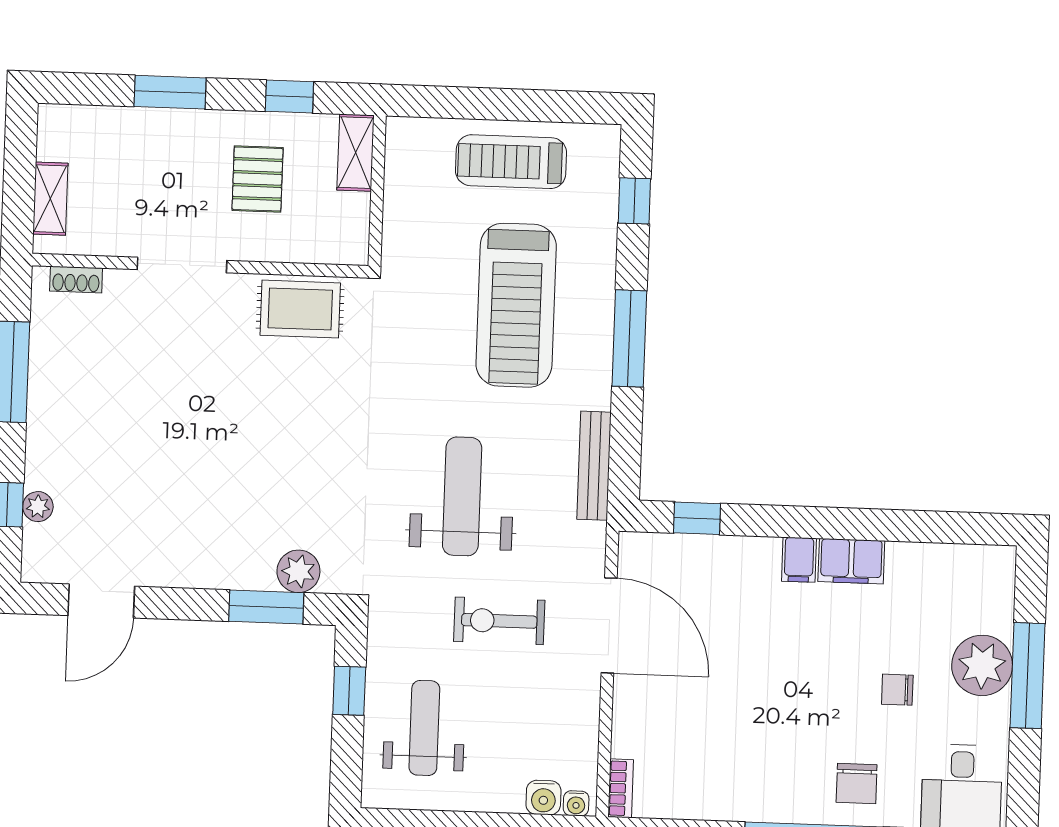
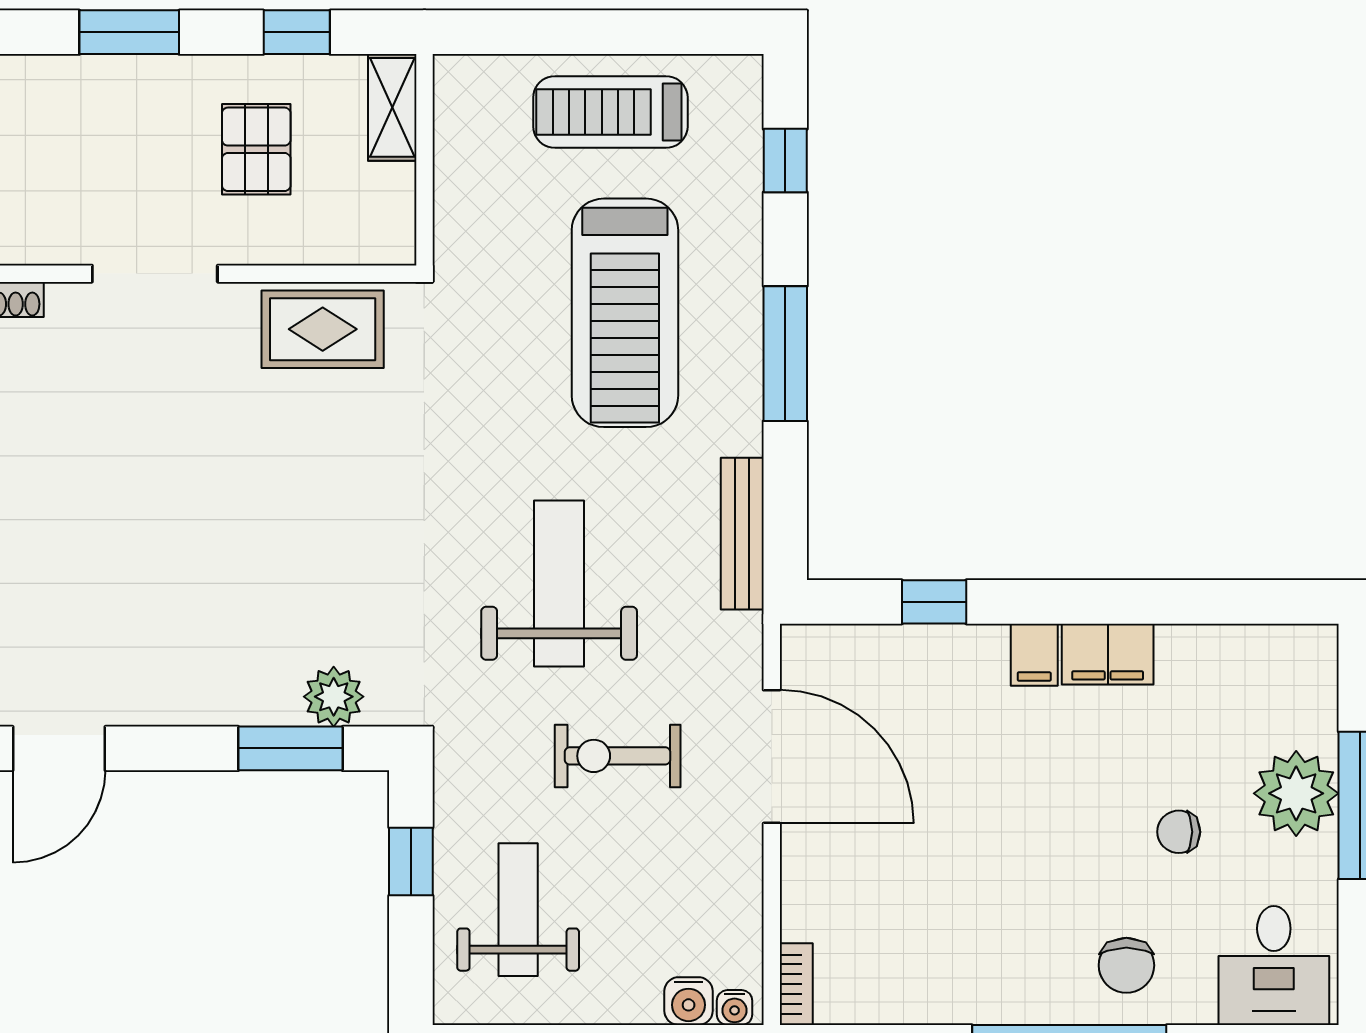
window: (697, 518) -> (934, 602), moved

